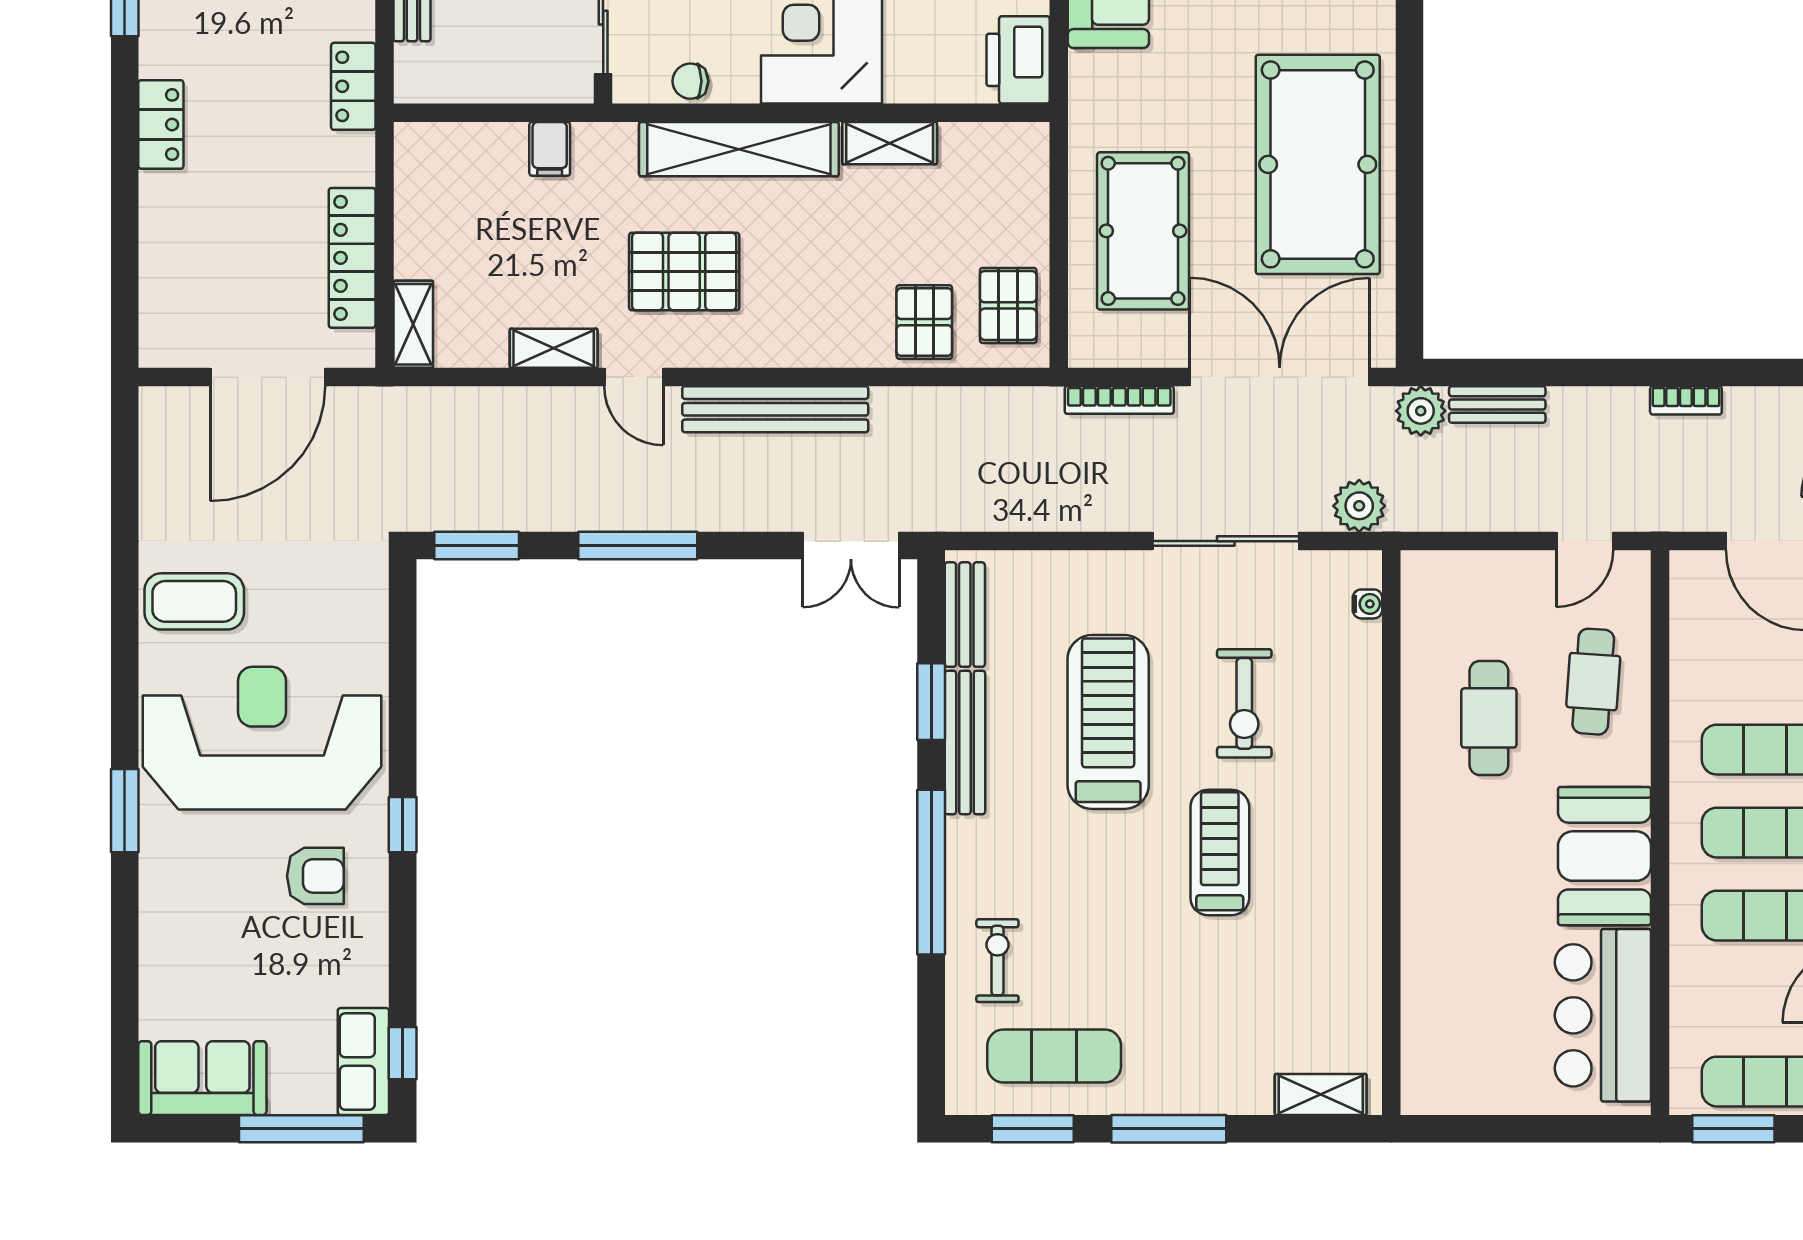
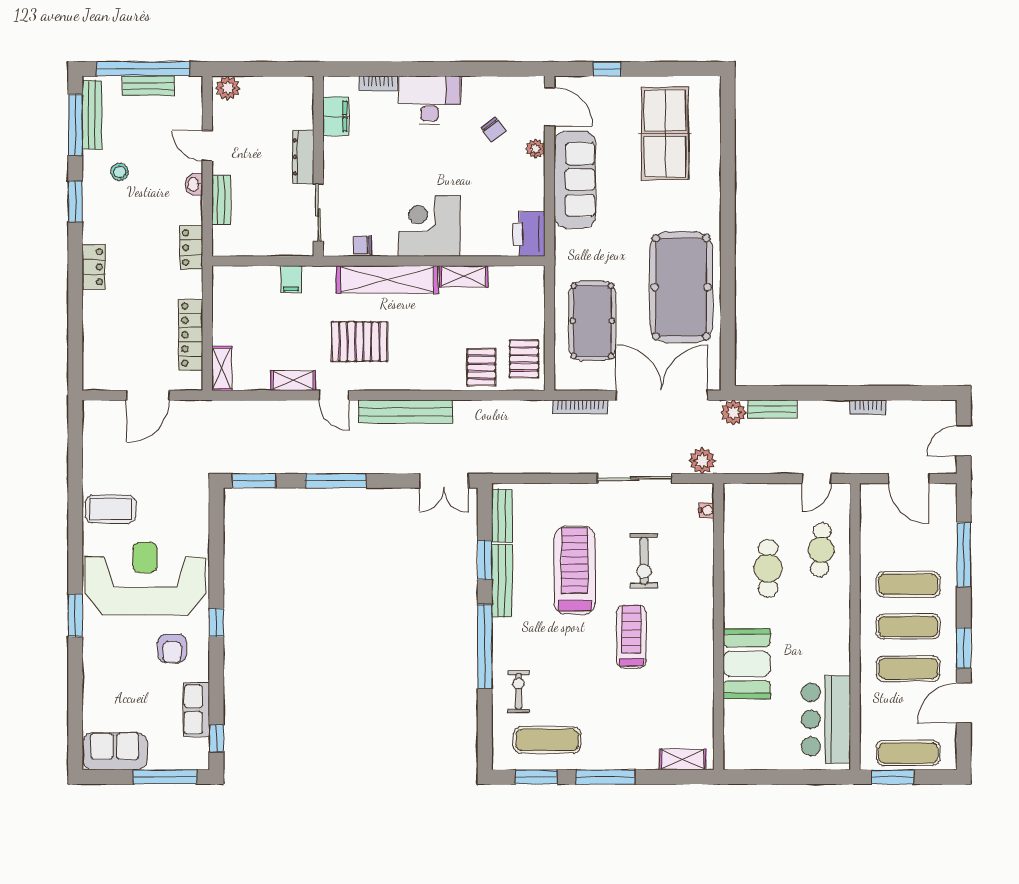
door: (268, 377) -> (148, 395), width x0.73
booth: (1604, 856) -> (747, 664), moved
armchair: (315, 876) -> (172, 649), turned 90
row of seats: (363, 1062) -> (196, 710), moved

